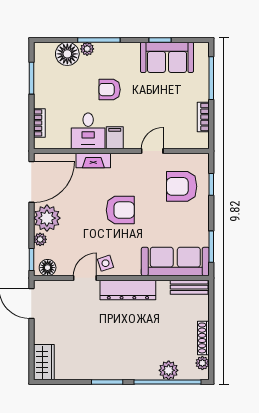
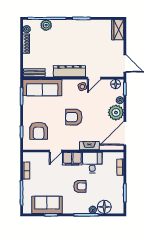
filing cabinet: (115, 138) -> (72, 159), width x2.00
armchair: (182, 186) -> (39, 131), turned 90

